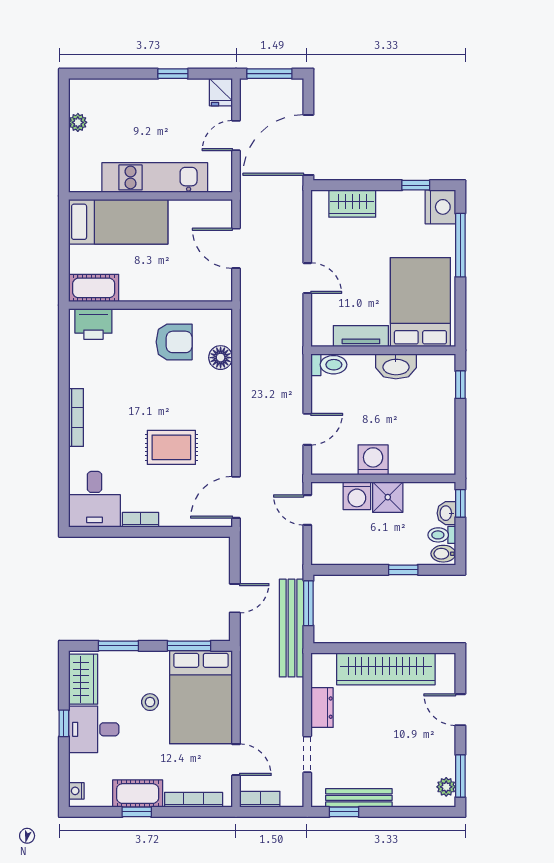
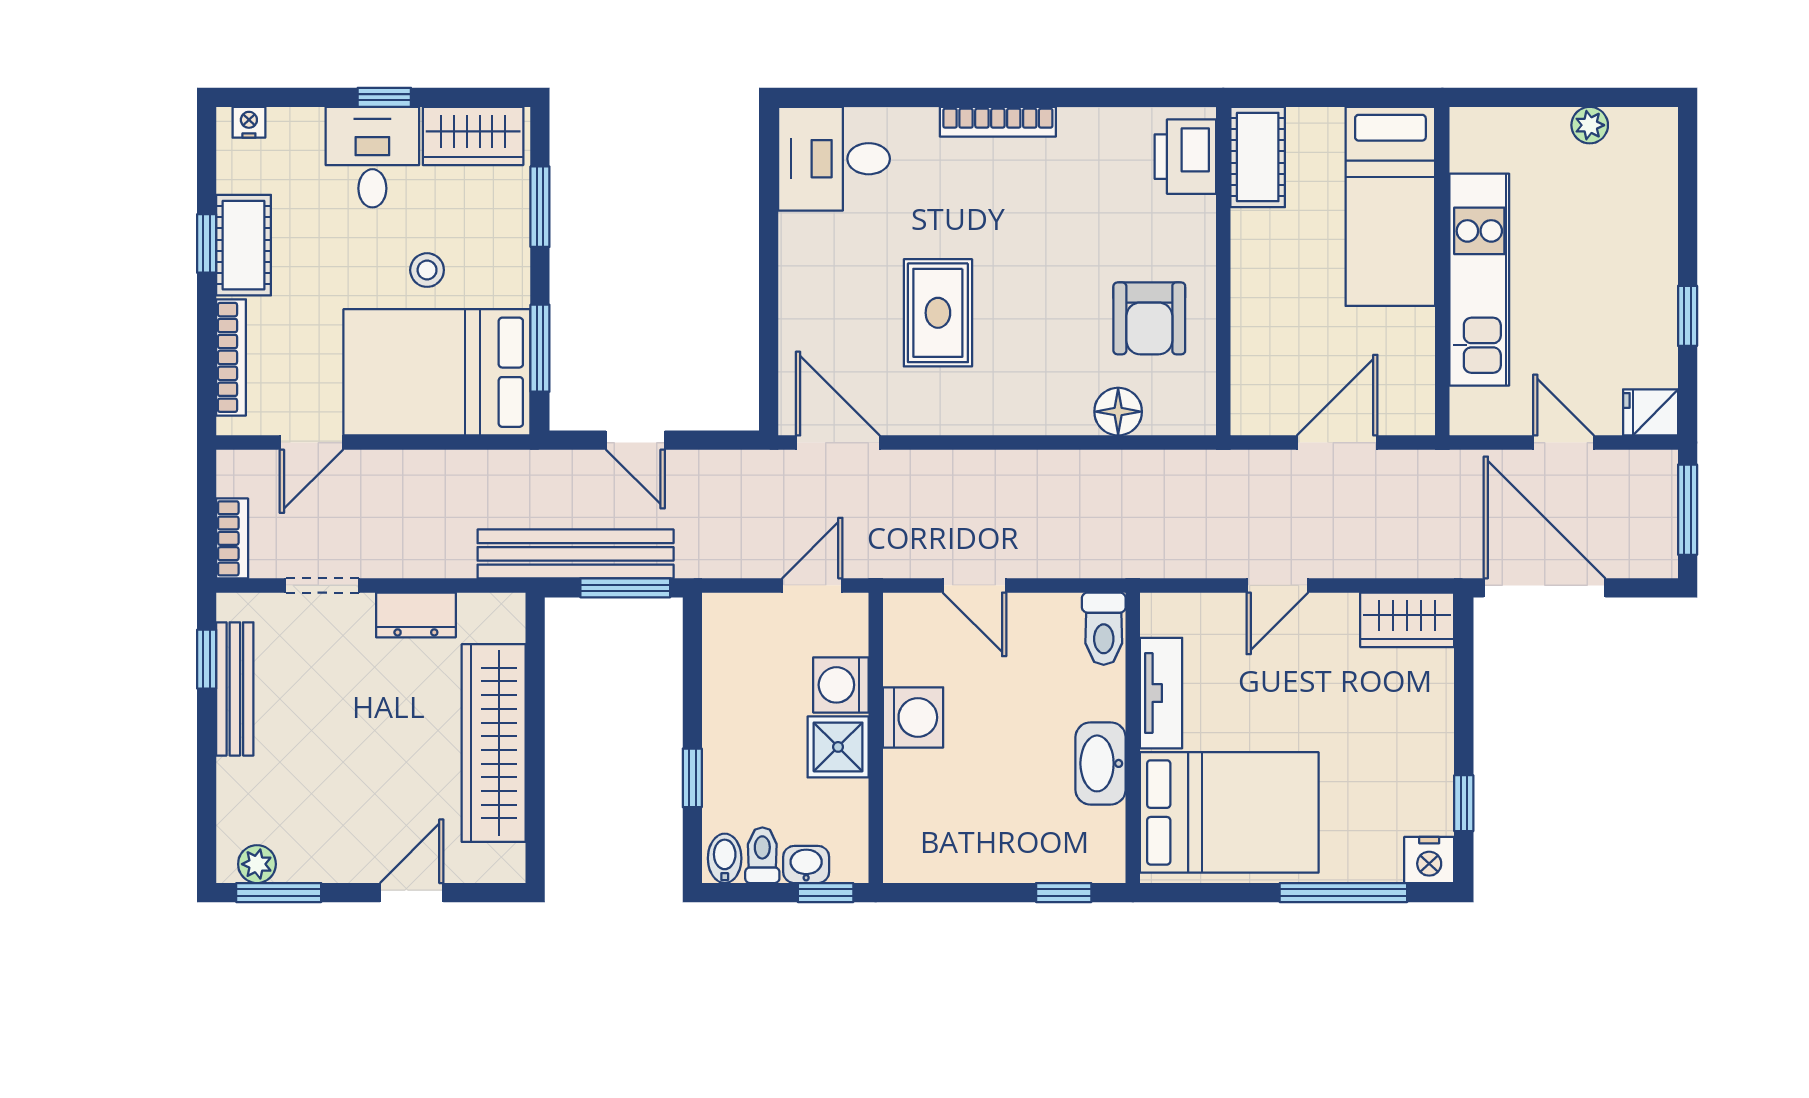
wardrobe: (352, 204) -> (1407, 620), moved, turned -90
nightstand: (440, 207) -> (1429, 860), width x0.74, depth x0.75
bookcase: (140, 520) -> (793, 251), removed
bookcase: (260, 799) -> (232, 538), moved

